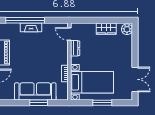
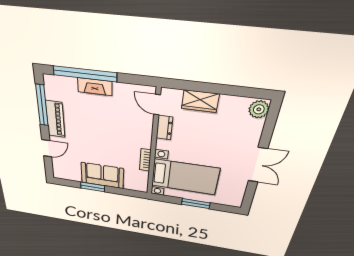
wardrobe: (106, 29) -> (200, 101), moved
double door: (135, 79) -> (258, 165), moved
sofa: (35, 91) -> (102, 176), width x0.73
window: (39, 103) -> (93, 187), moved

